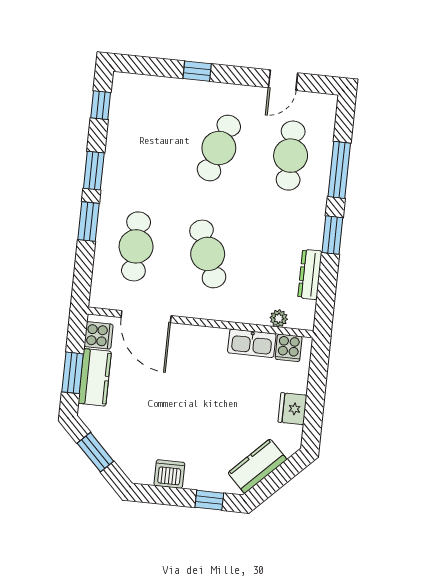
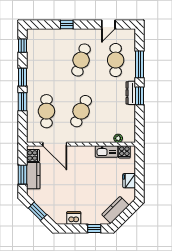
cafe table: (208, 254) -> (81, 111), turned 45
dresser: (310, 274) -> (131, 93), moved

